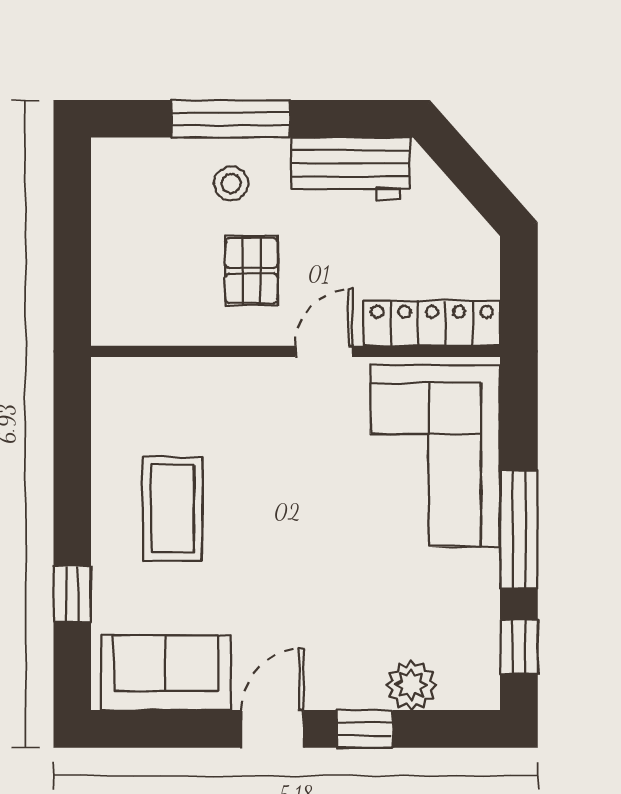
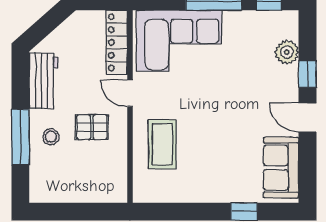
coffee table: (173, 509) -> (162, 144), moved, turned 90

